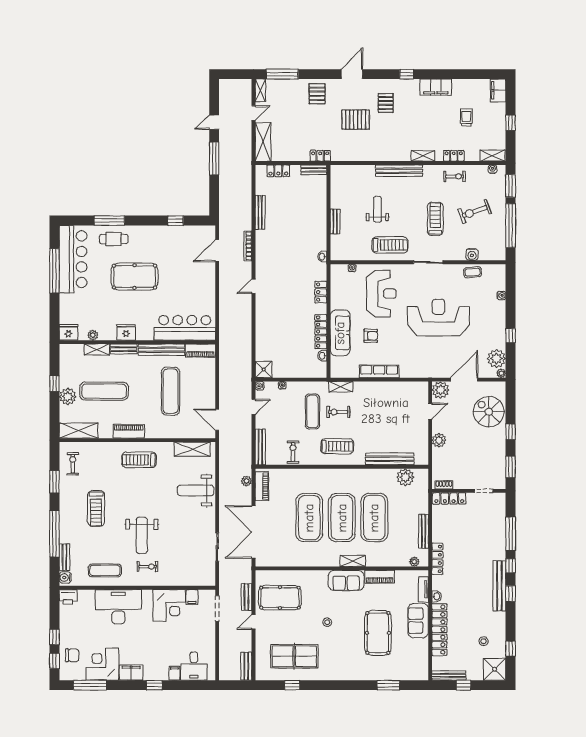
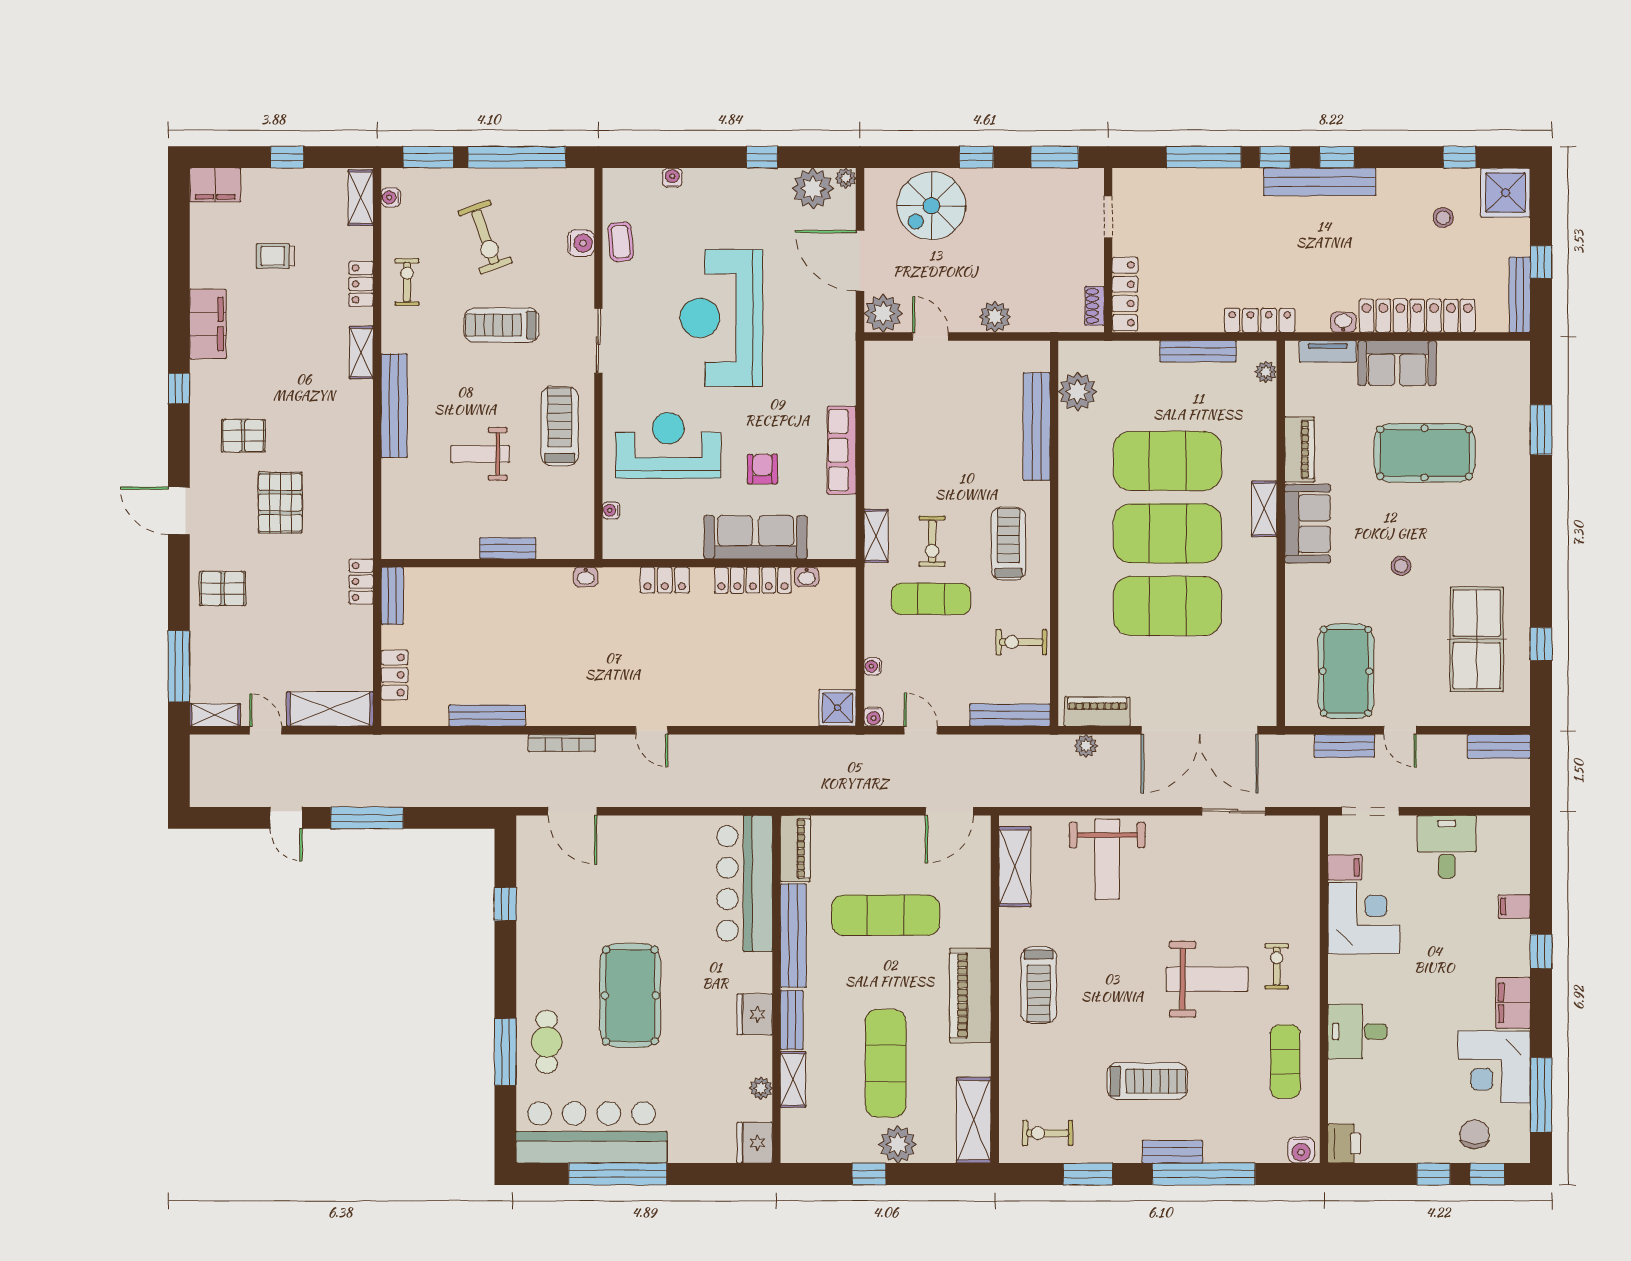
piano: (129, 431) -> (970, 995), width x1.37, depth x1.33
bench: (64, 557) -> (1172, 1152), moved
desk: (118, 607) -> (1357, 1031), width x0.53, depth x0.77
desk: (194, 666) -> (1447, 847), moved, turned -90

